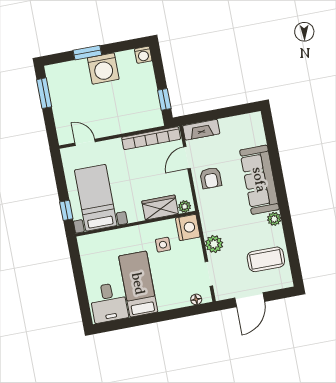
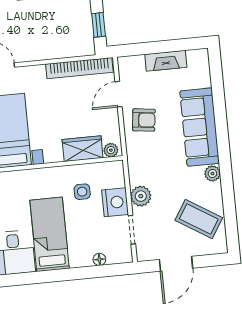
fireplace: (201, 130) -> (166, 61), moved
armchair: (211, 178) -> (144, 120), turned -83
nightstand: (188, 227) -> (115, 202), moved
coffee table: (266, 259) -> (199, 219), turned 32
floor lamp: (196, 299) -> (99, 259), moved

